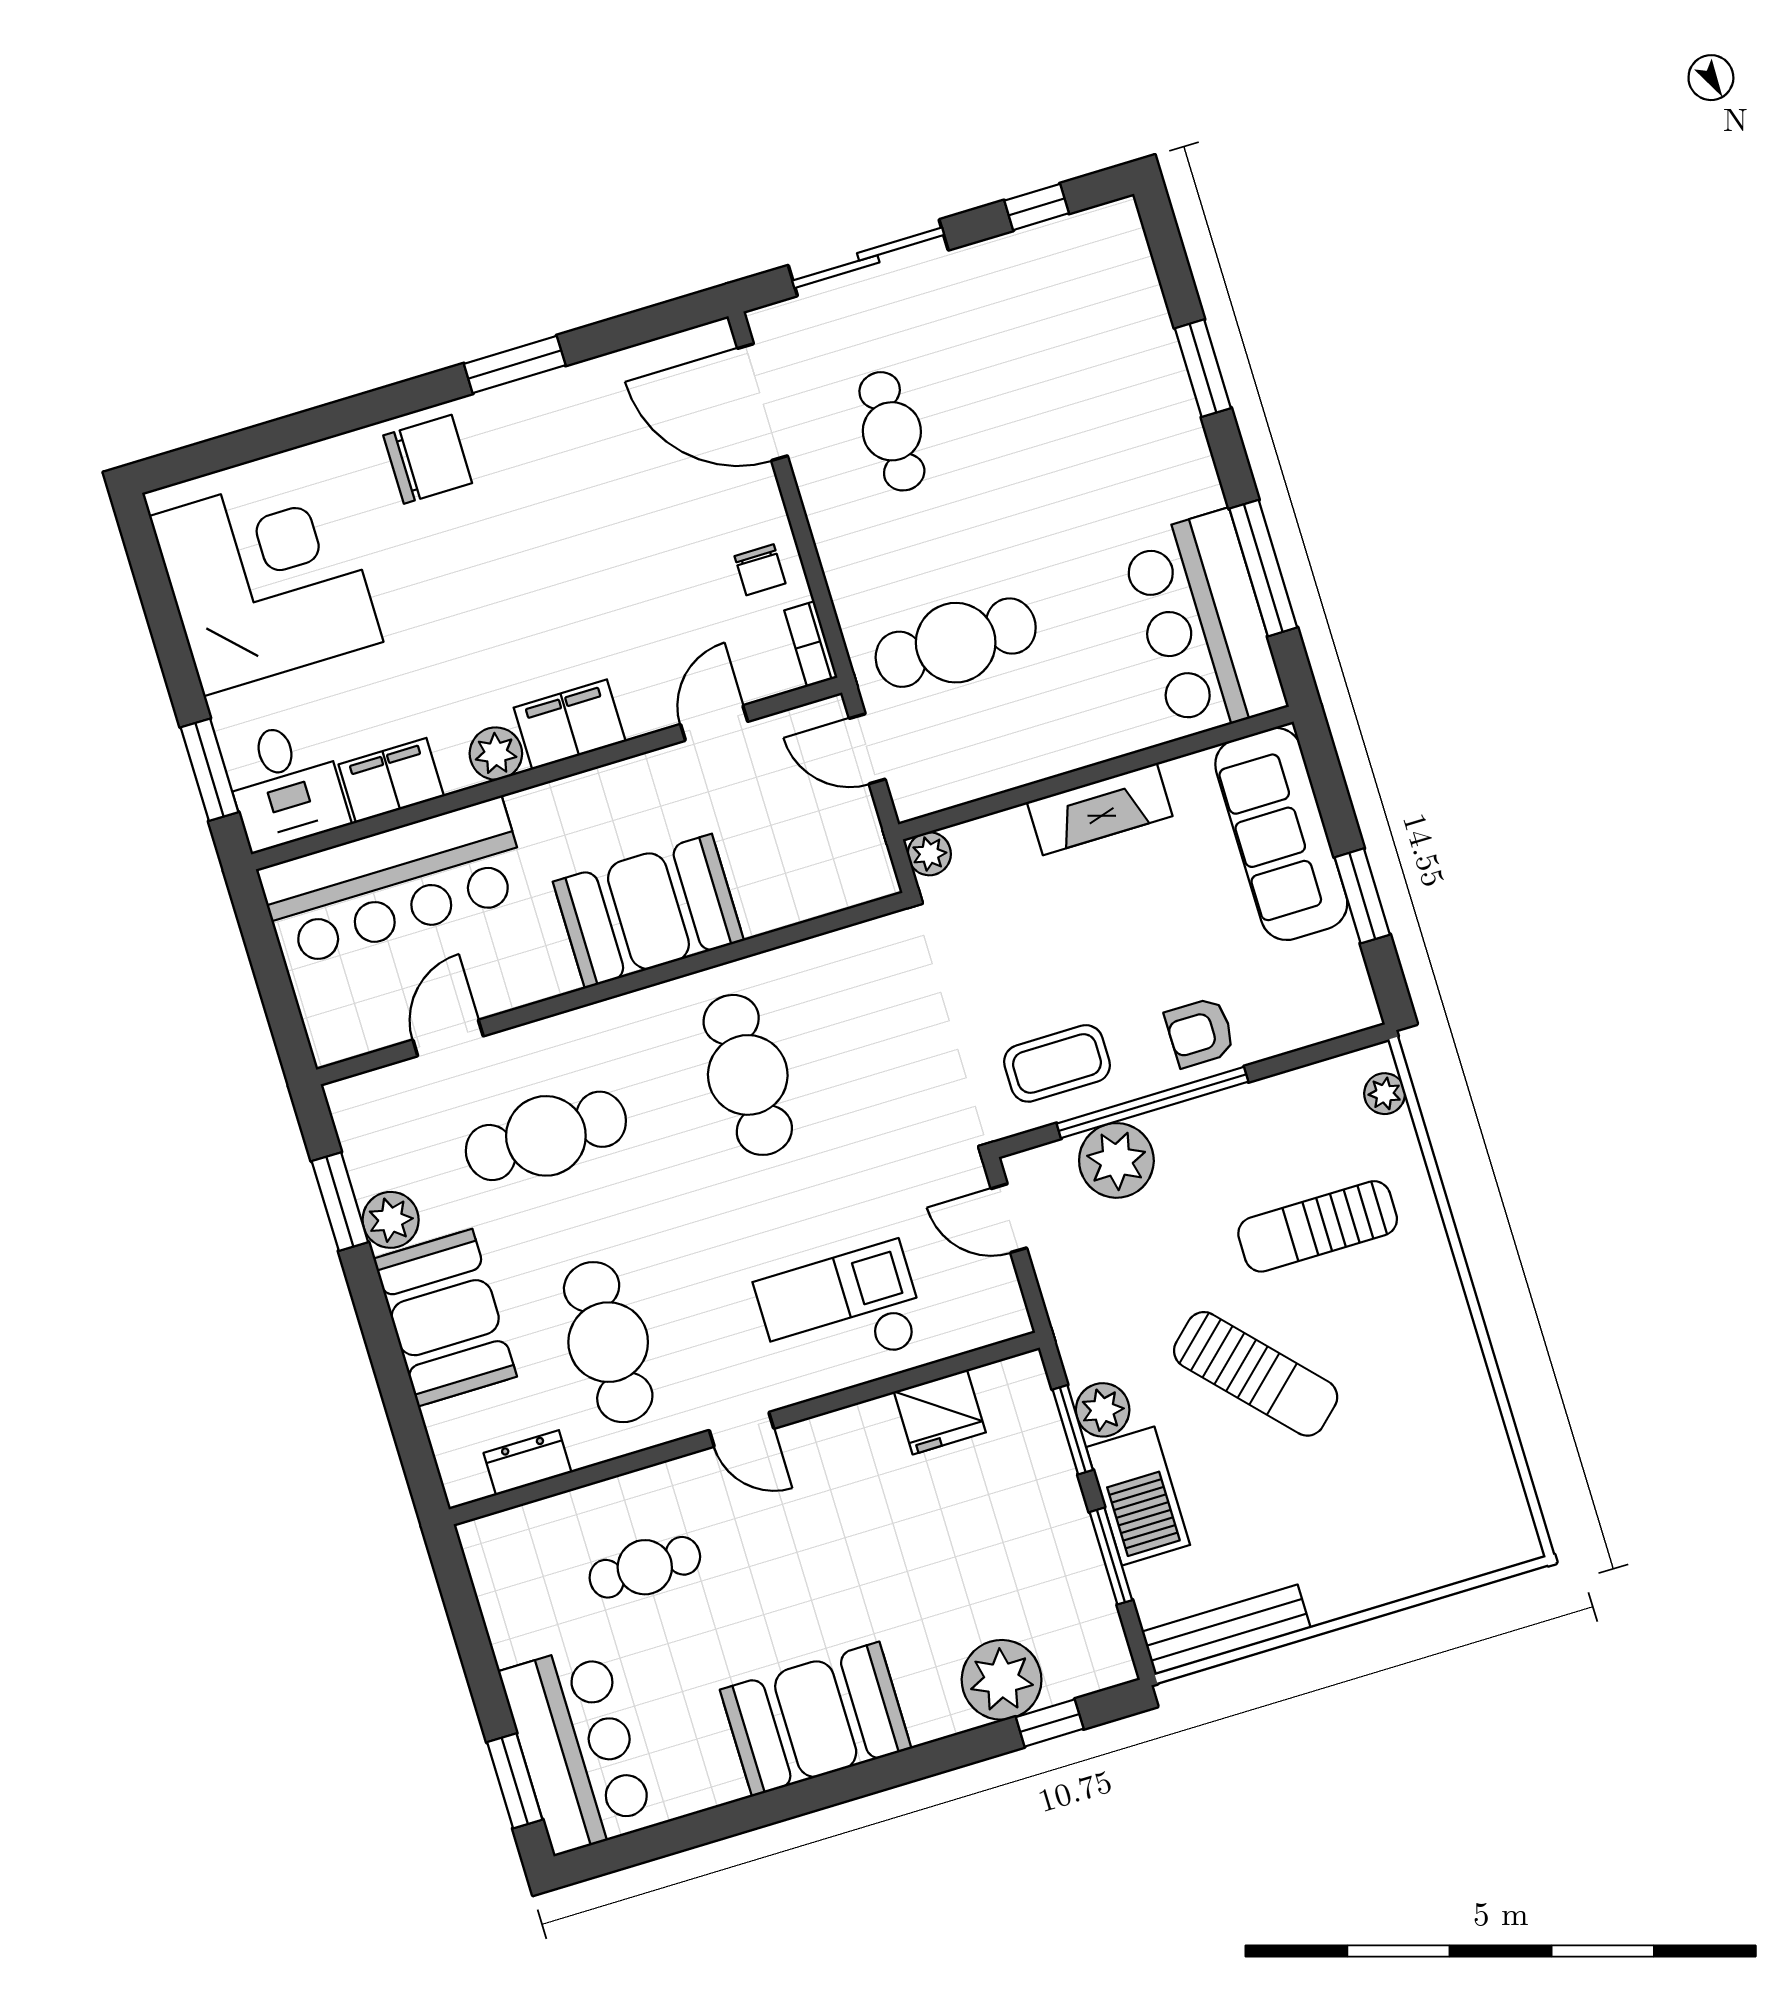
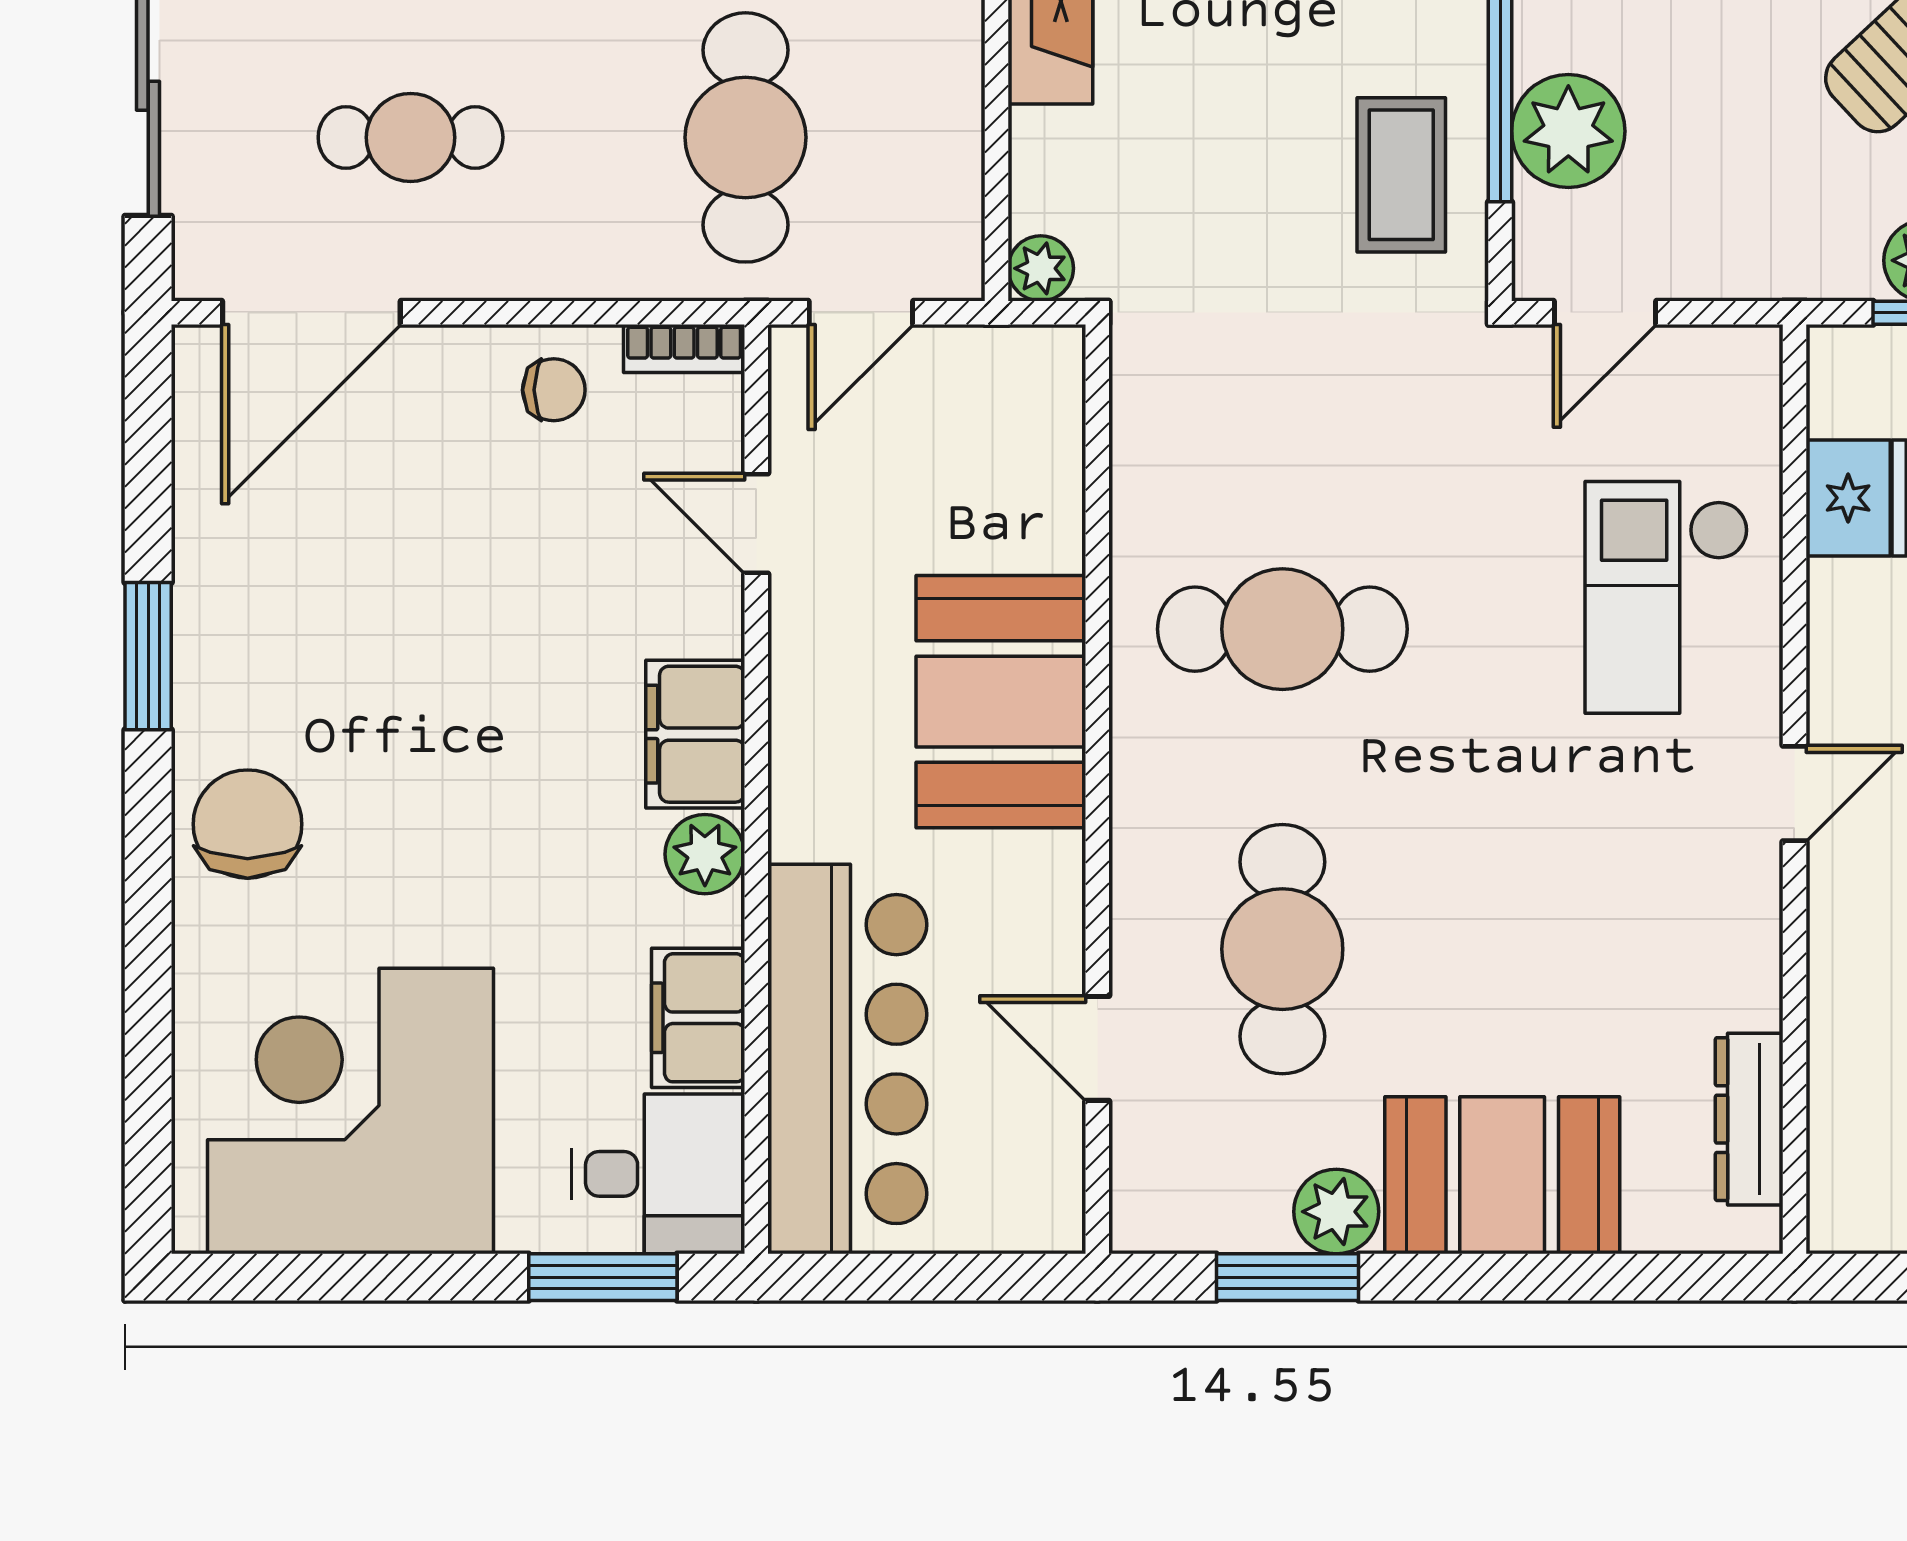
cafe table: (608, 1342) -> (1609, 949), removed
dresser: (528, 1463) -> (1749, 1119), width x1.44

